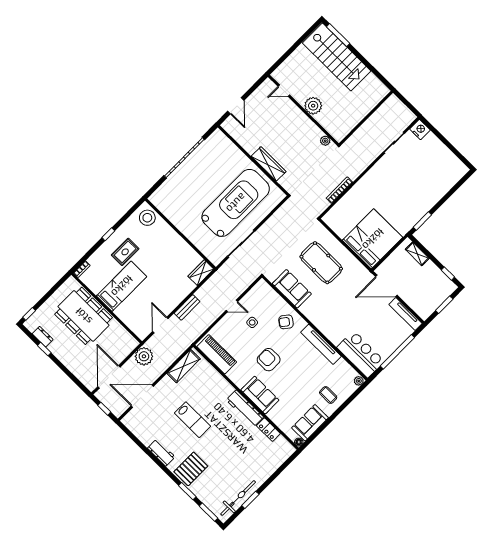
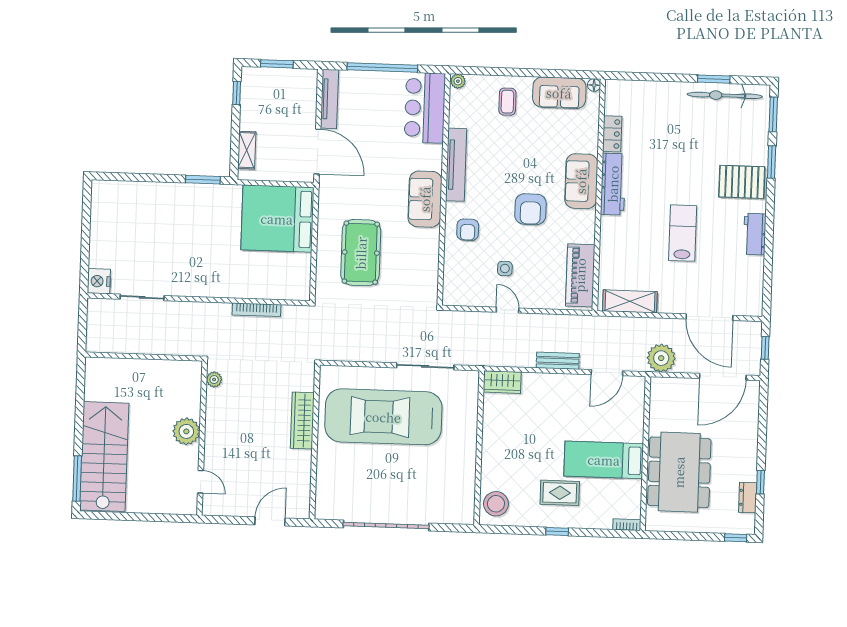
sofa: (292, 289) -> (425, 199), moved
armchair: (286, 322) -> (468, 230), turned 52

